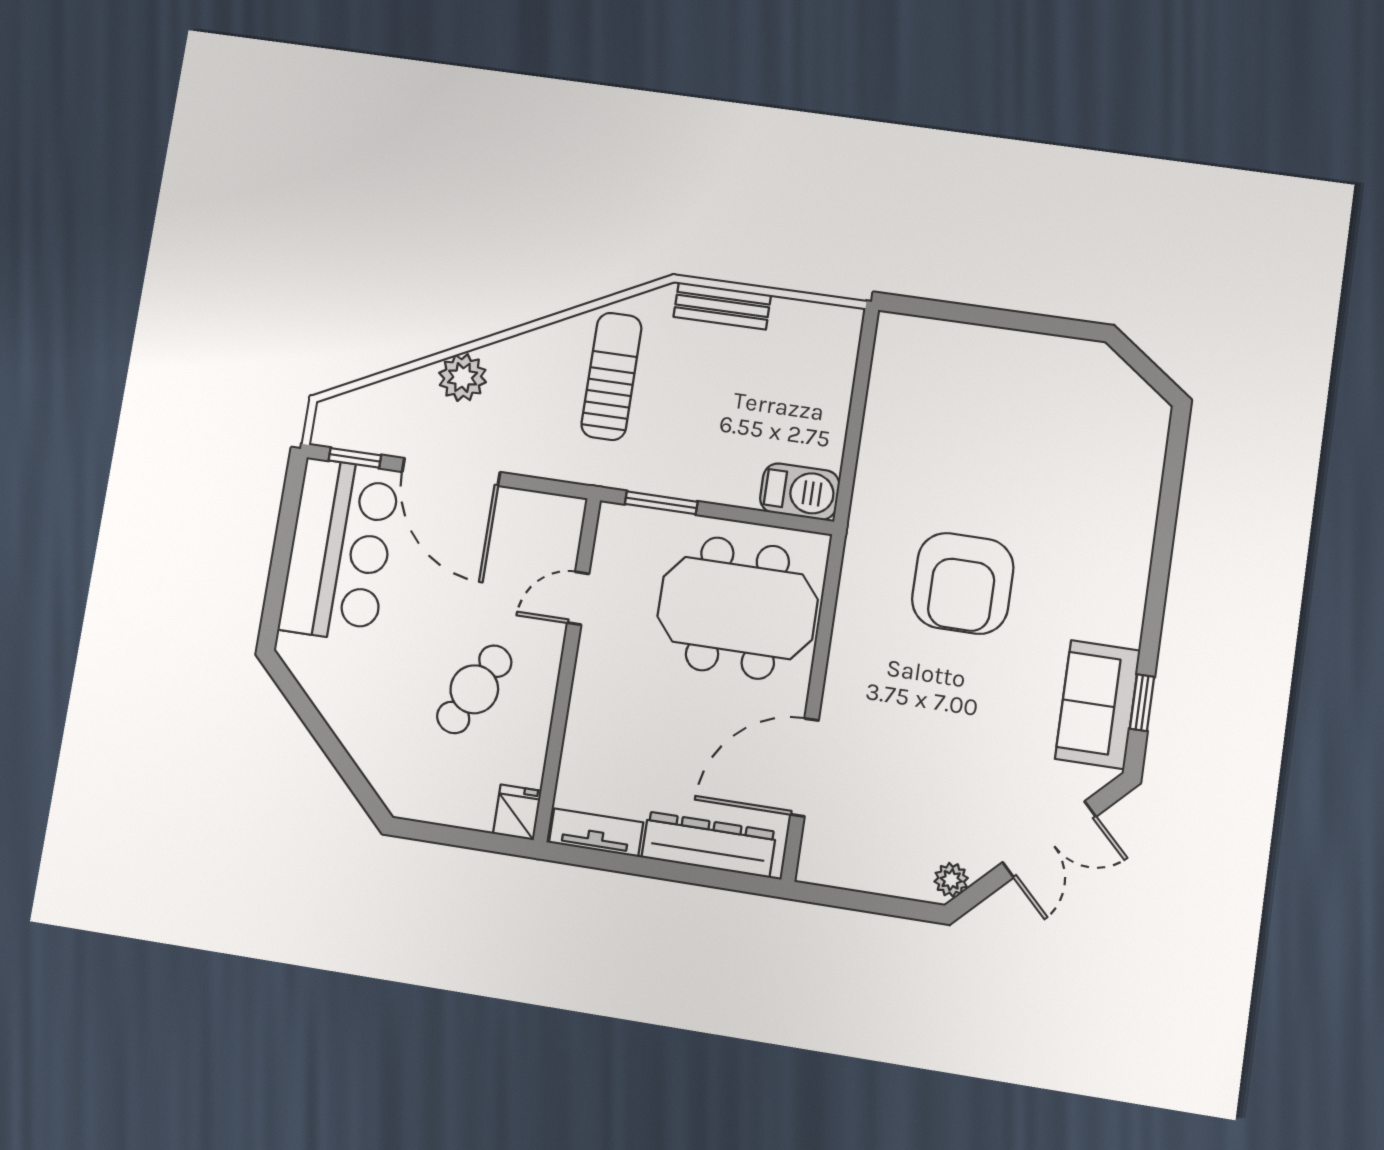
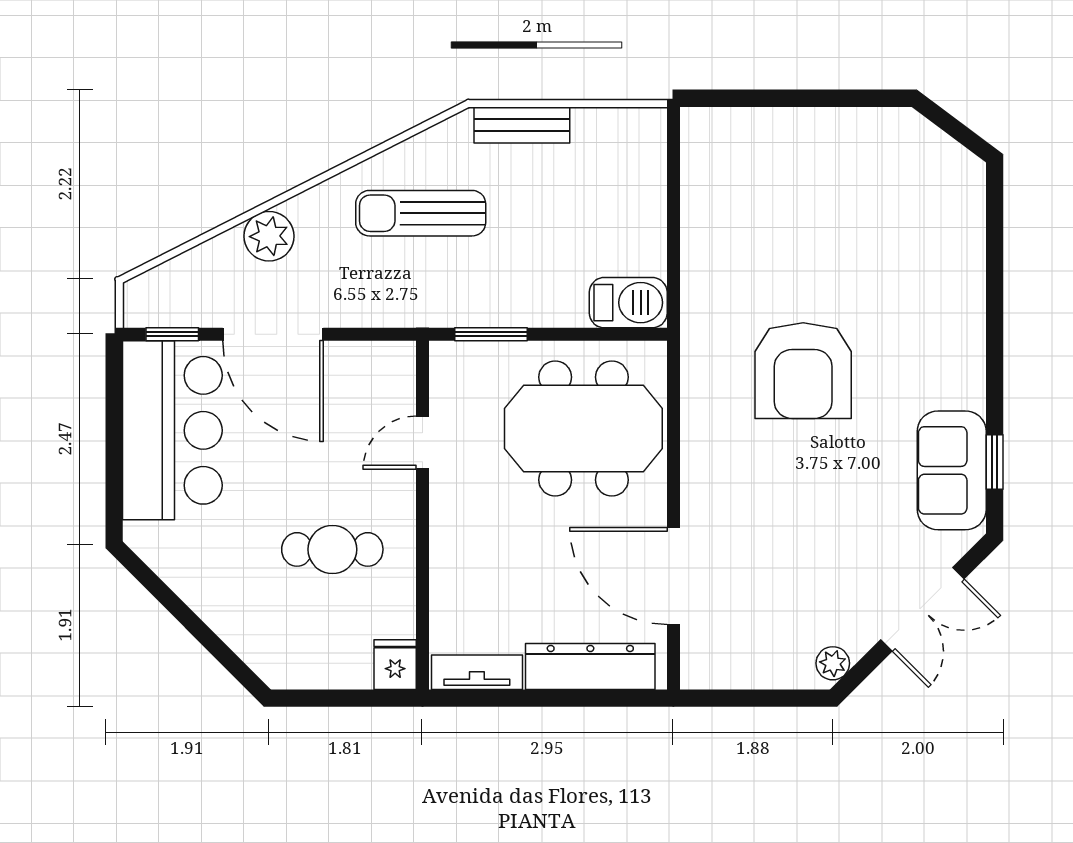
sun lounger: (611, 376) -> (421, 213), turned -90
cafe table: (474, 689) -> (332, 549), turned 62
door: (805, 767) -> (673, 576), hinge flipped

